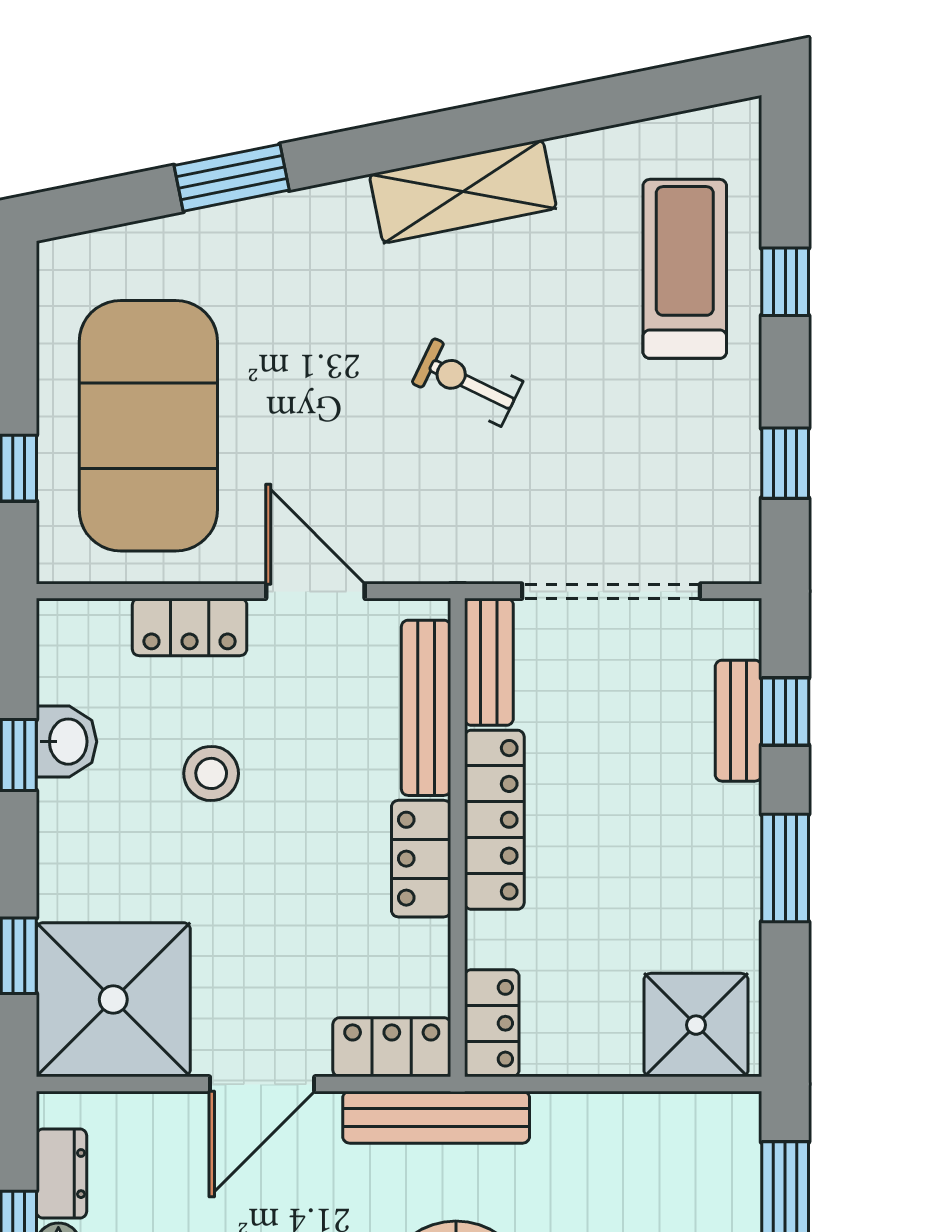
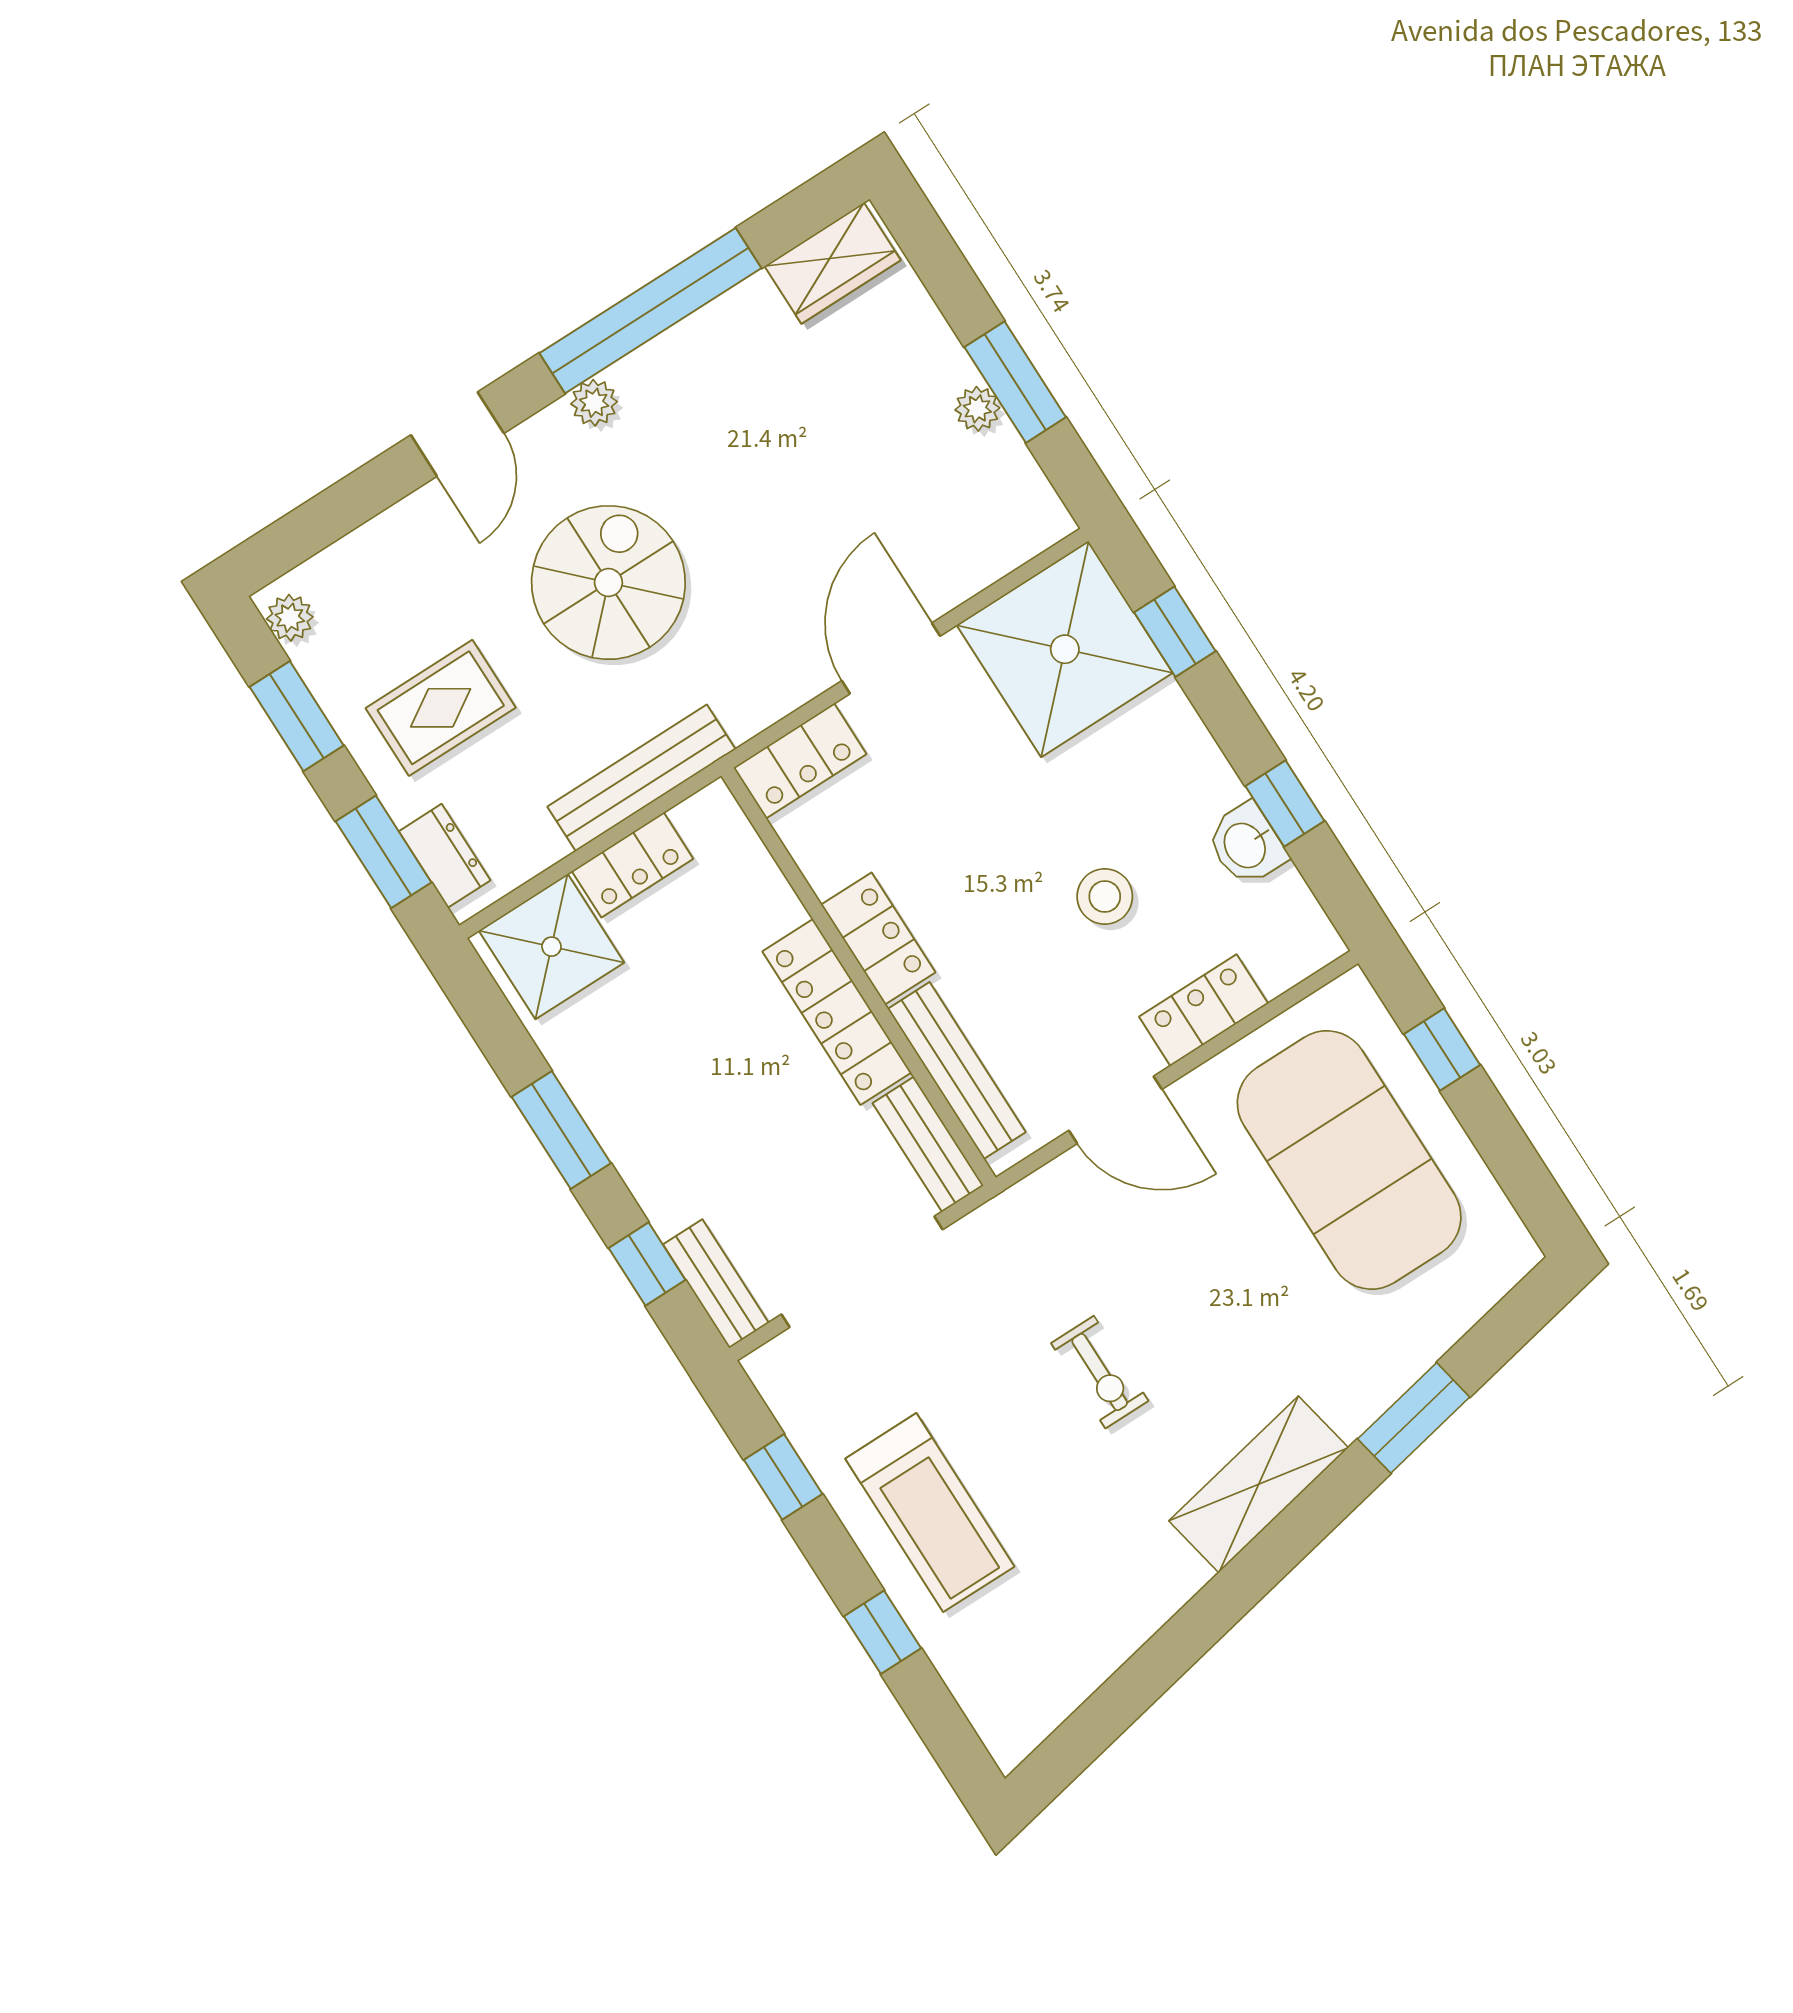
shelving: (463, 191) -> (1259, 1484), moved
treadmill: (685, 269) -> (930, 1513), moved
exercise bike: (467, 382) -> (1100, 1372), turned 64
bench: (738, 721) -> (716, 1284), moved
locker: (492, 1023) -> (632, 865), moved, turned -90
bench: (436, 1117) -> (641, 778), moved
dresser: (61, 1174) -> (445, 856), moved, turned 180

